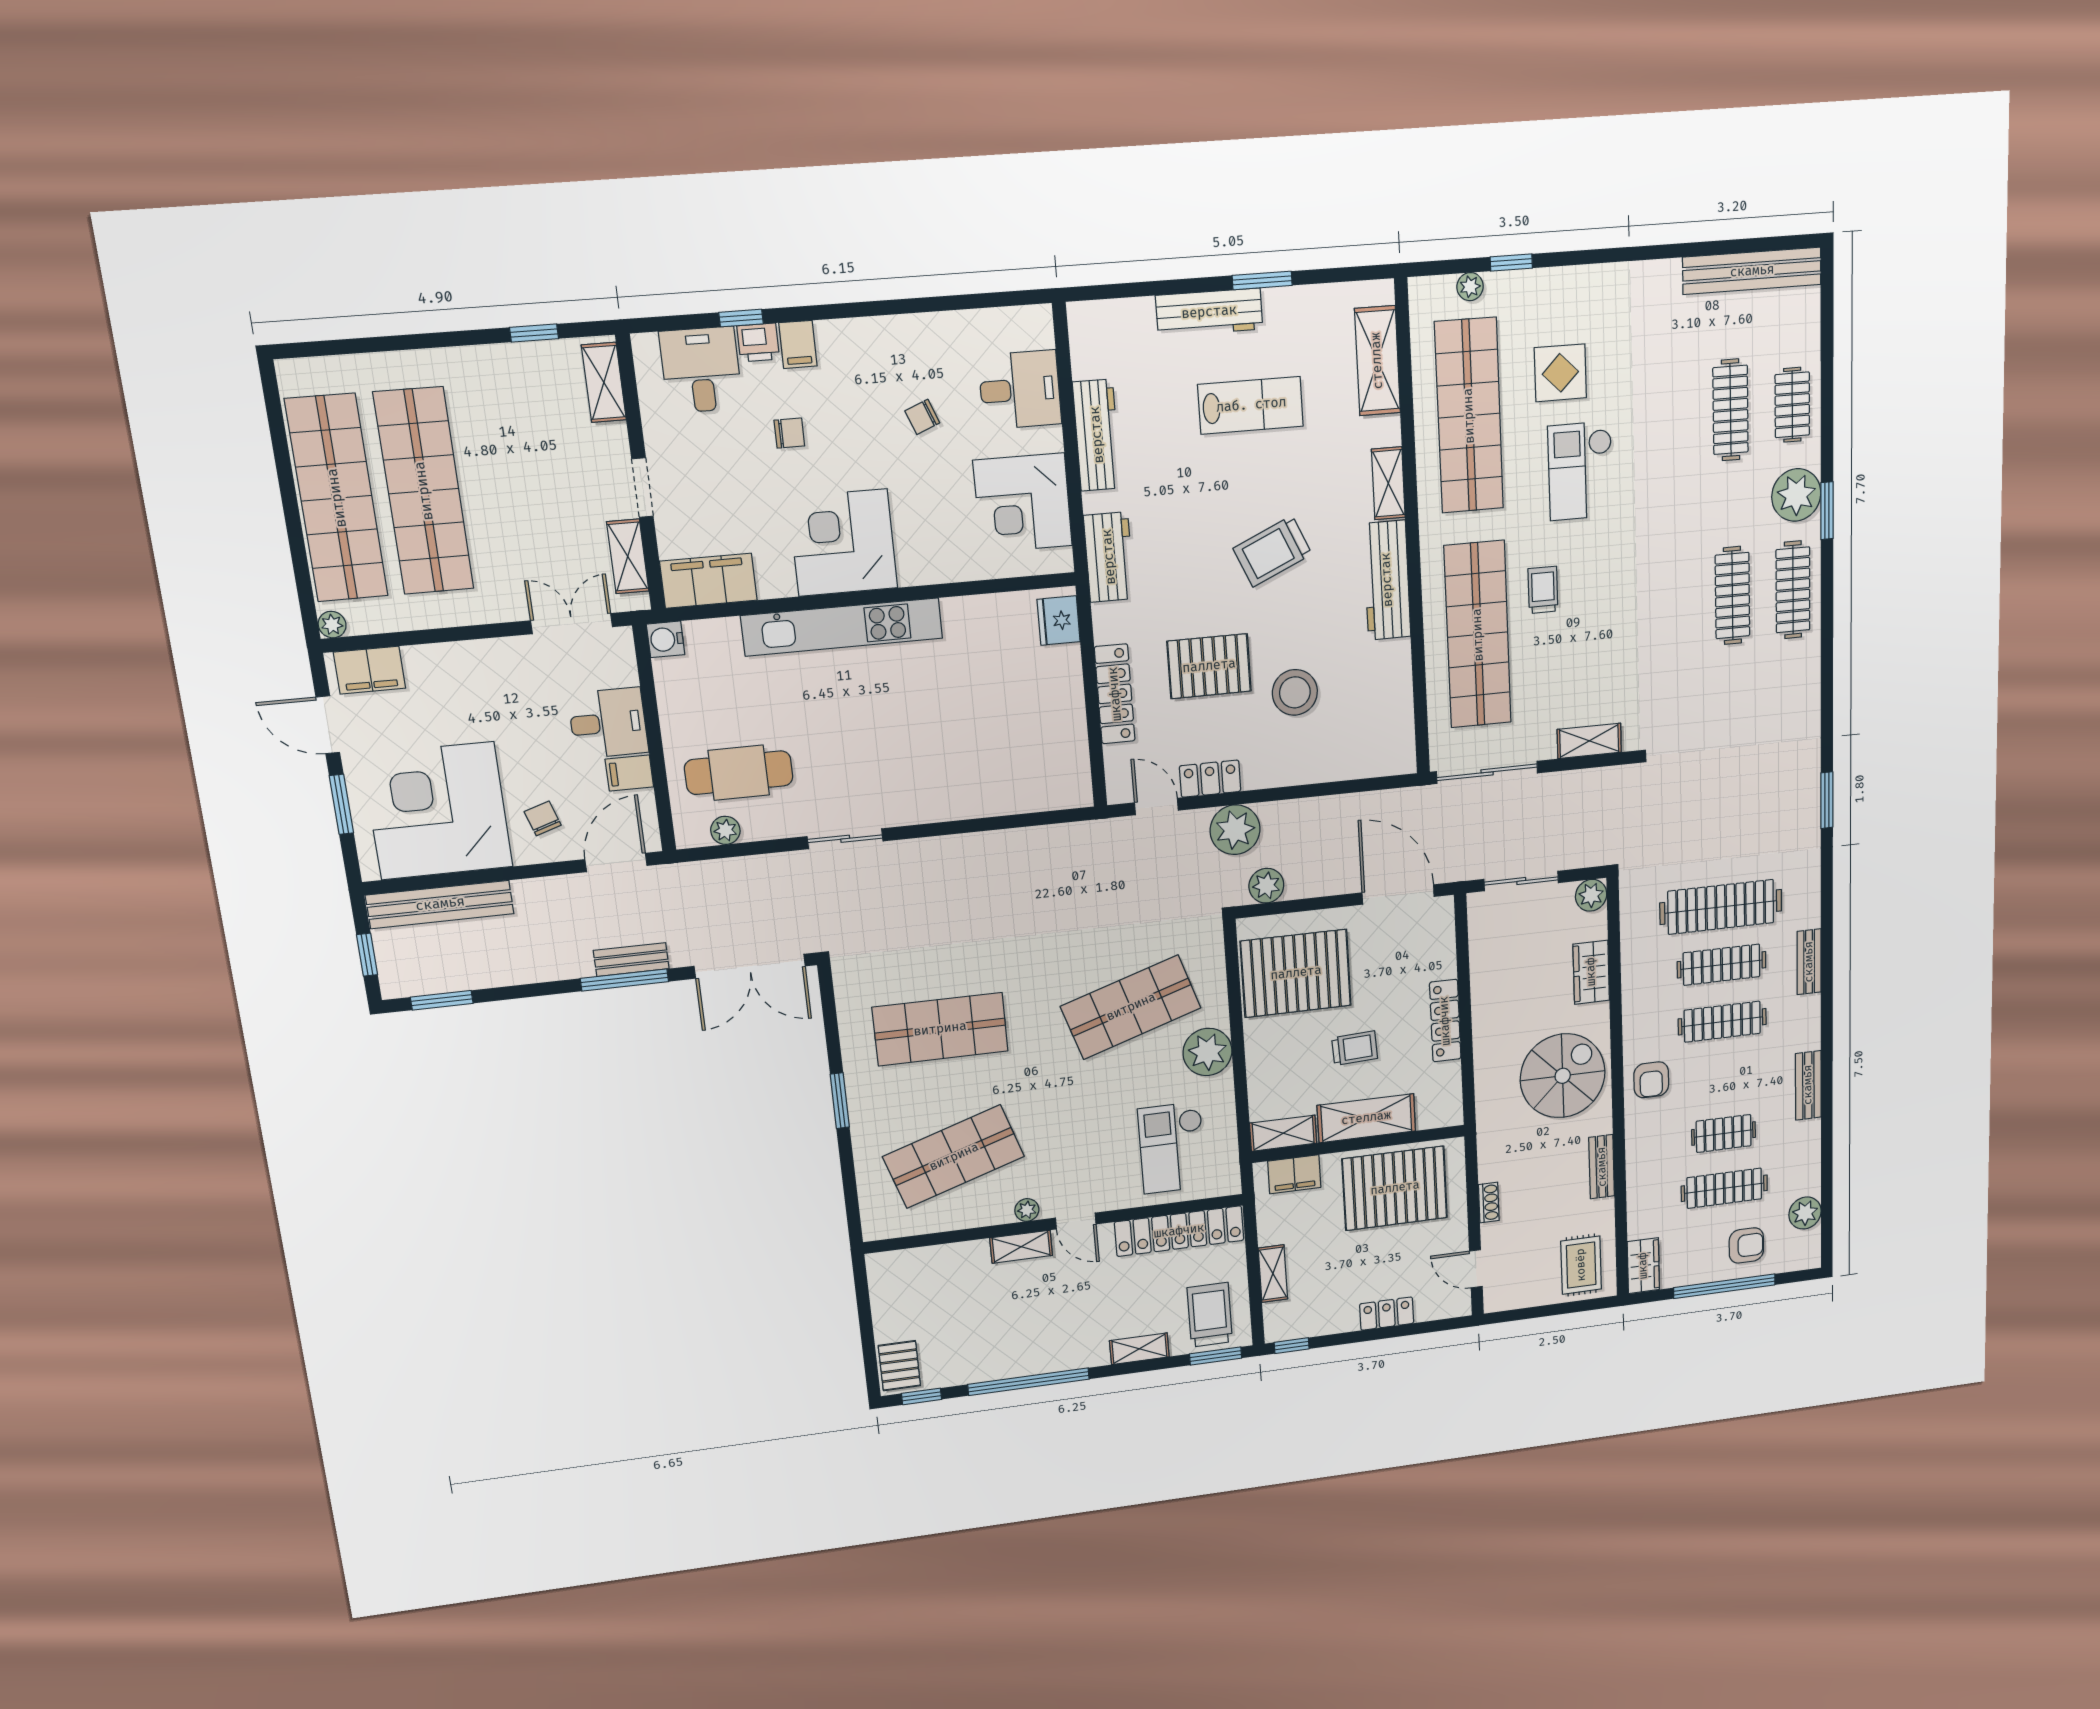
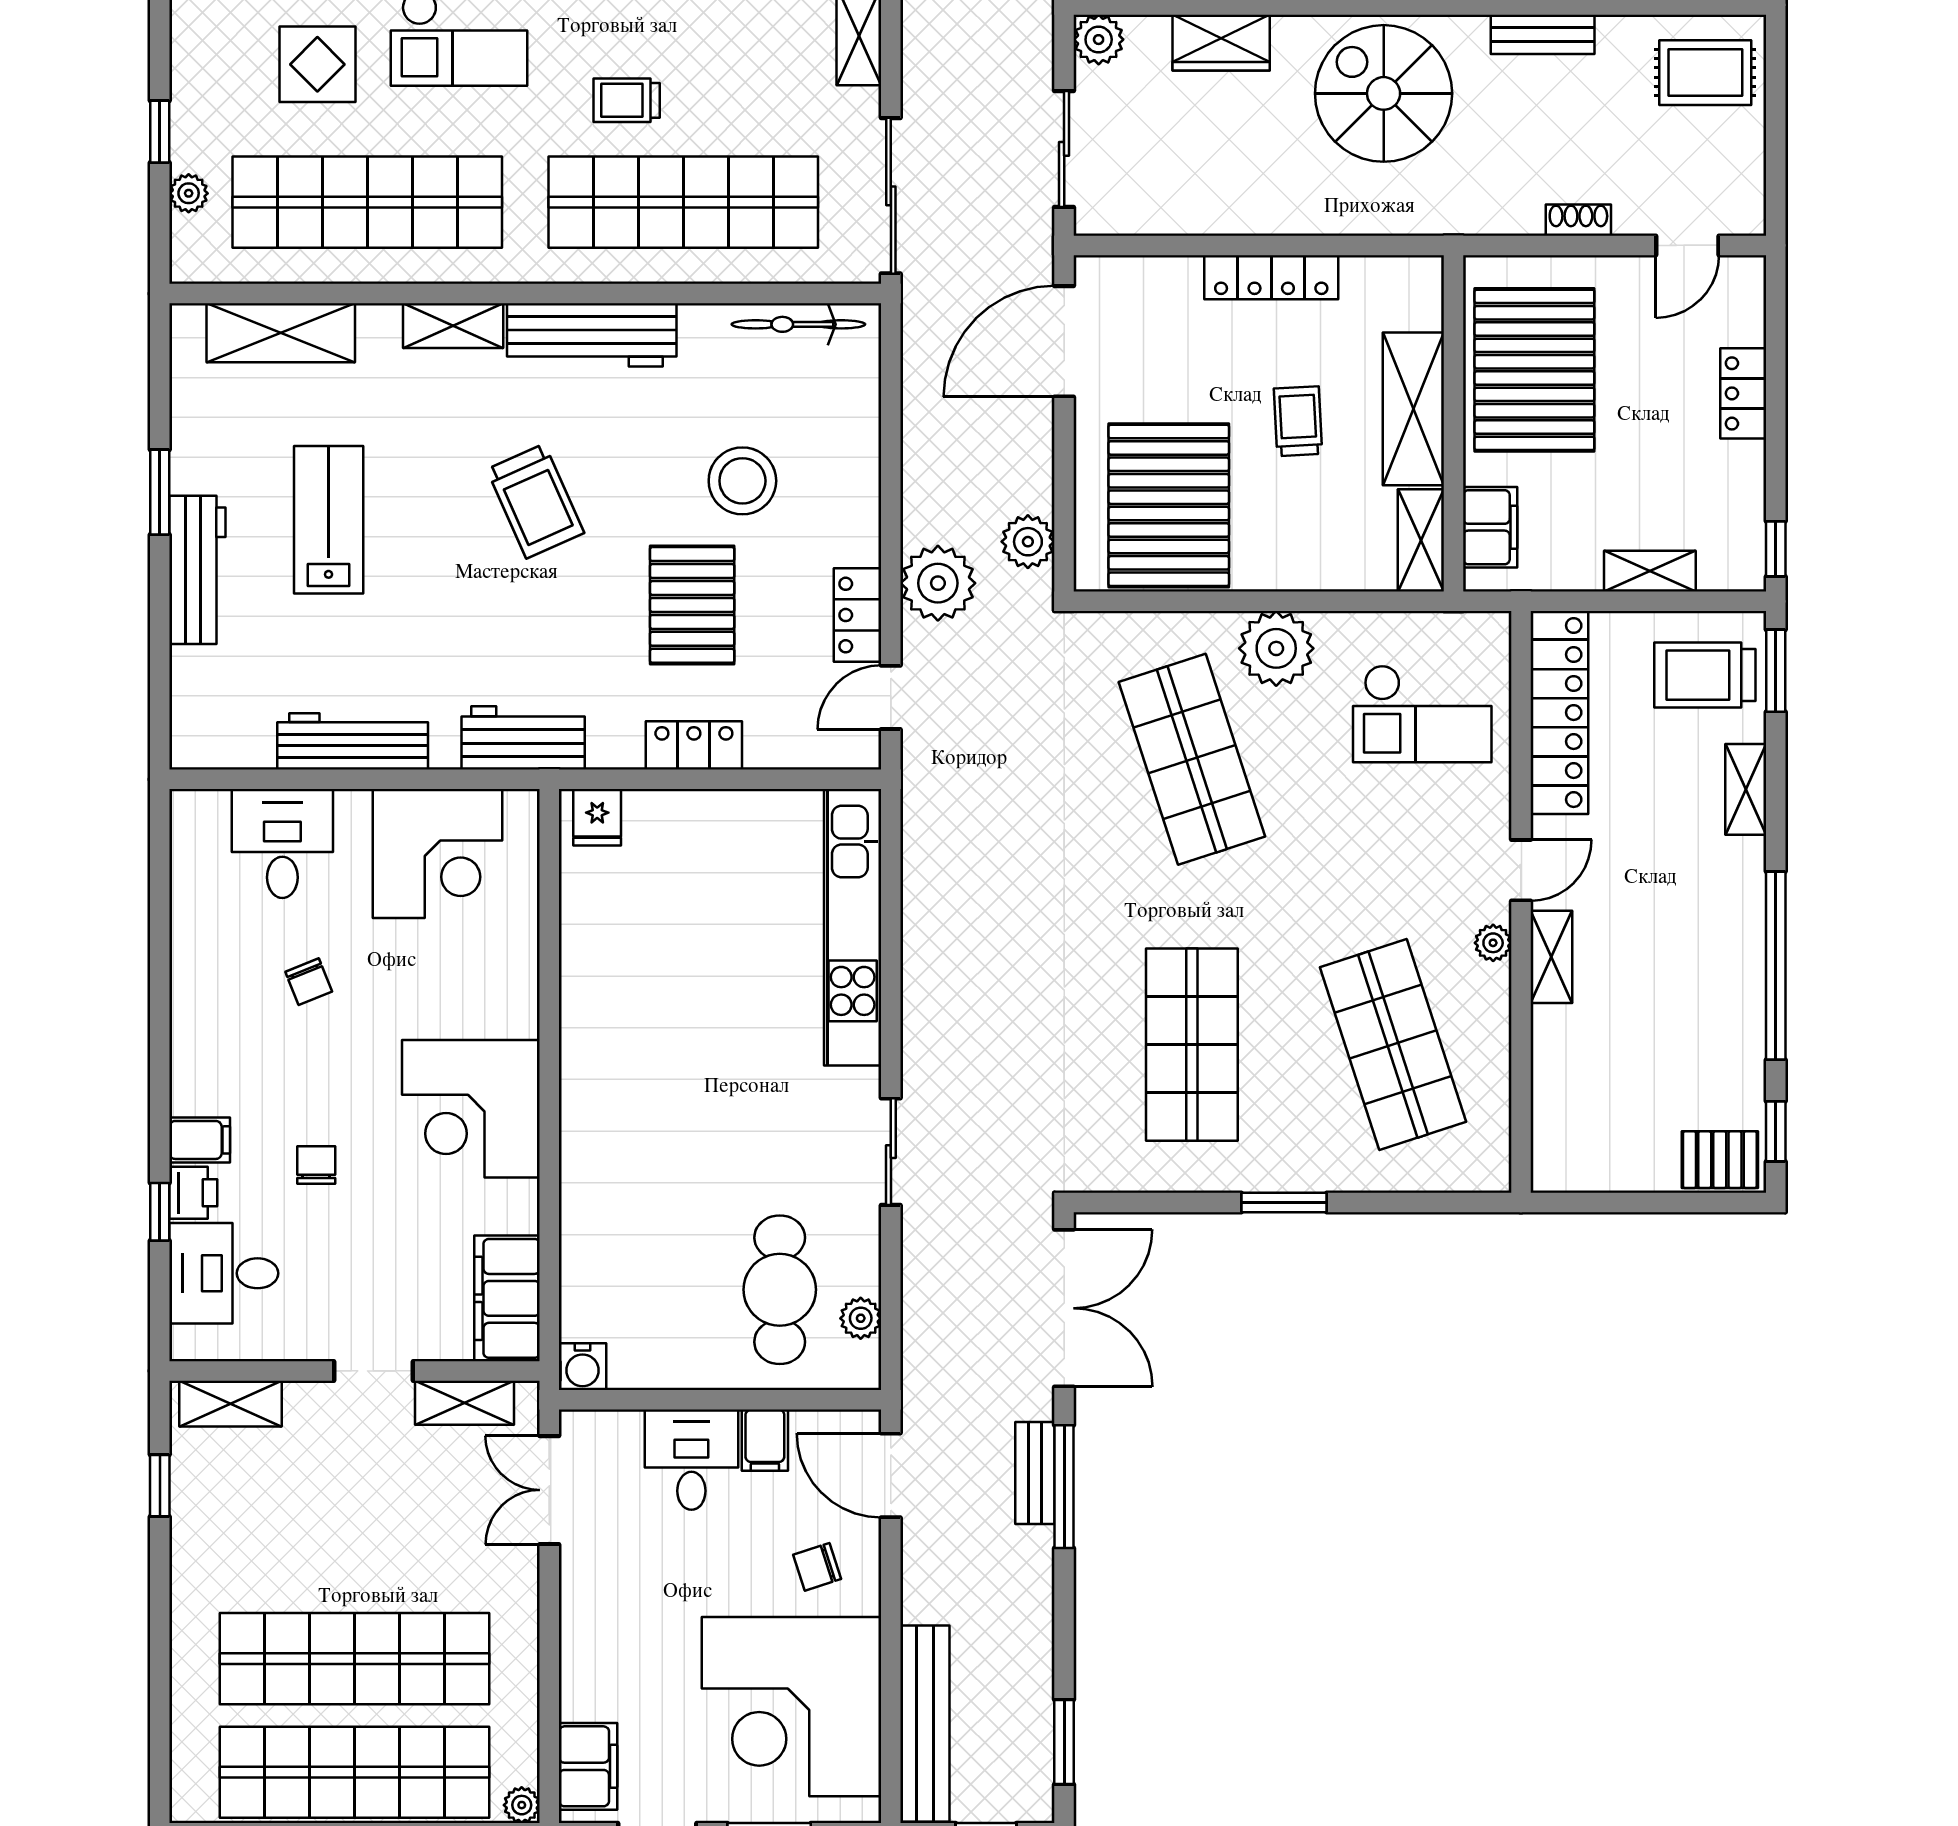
fridge: (1059, 621) -> (597, 817), width x0.72
kitchen unit: (842, 627) -> (853, 927), moved, turned 180
locker: (1115, 694) -> (694, 745), width x0.66
bicycle: (1401, 720) -> (798, 324), added

